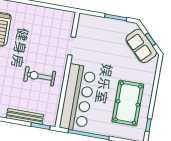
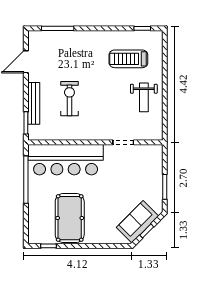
weight bench: (36, 22) -> (144, 97), added
exercise bike: (40, 76) -> (69, 99), moved
pool table: (128, 103) -> (70, 218), turned 90

